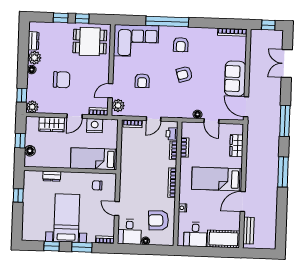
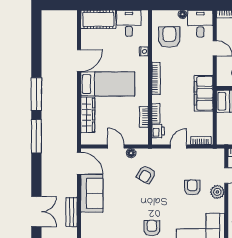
armchair: (184, 74) -> (146, 174), moved, turned 136
plant: (118, 105) -> (217, 192), moved
window: (285, 121) -> (36, 136), moved
wardrobe: (237, 146) -> (88, 115), width x1.50
filing cabinet: (129, 167) -> (204, 93), added
armchair: (158, 220) -> (169, 37), turned -87
bench: (249, 231) -> (71, 212), moved

